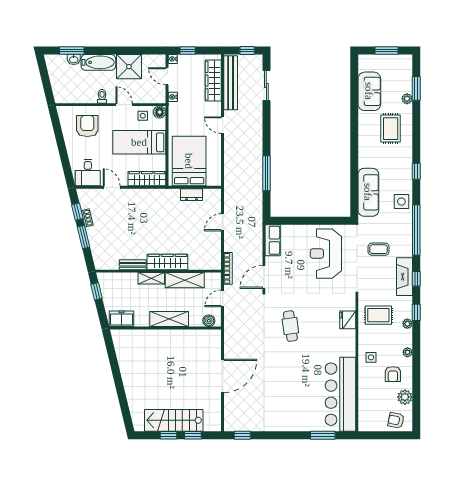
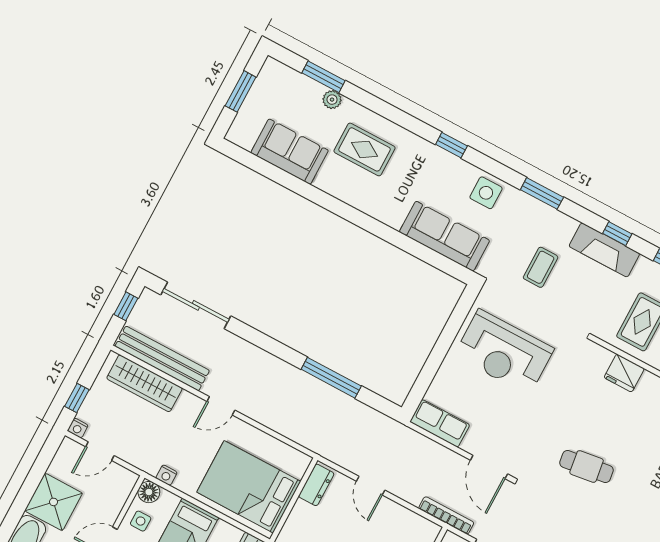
sliding door: (266, 85) -> (196, 305), width x1.37
nightstand: (173, 97) -> (166, 475), moved
dresser: (192, 195) -> (316, 485), moved
window: (416, 230) -> (542, 193), width x0.47

